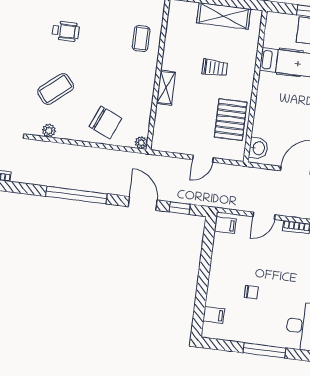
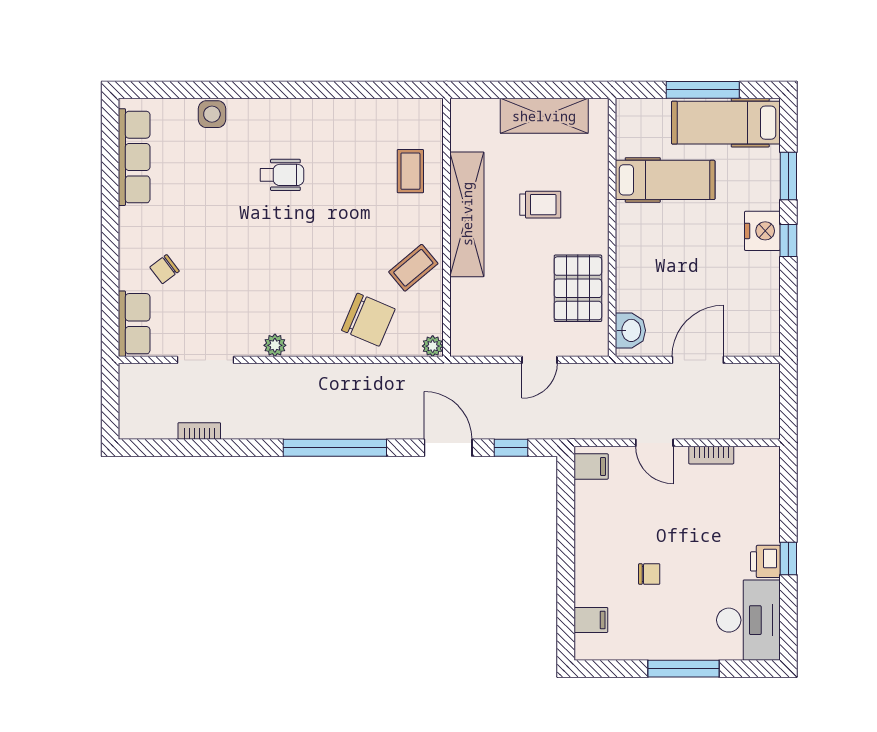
shelving: (166, 88) -> (467, 214), width x2.20, depth x1.33
coffee table: (56, 89) -> (413, 268), moved, width x0.73, depth x0.77
door: (264, 216) -> (654, 443), hinge flipped

